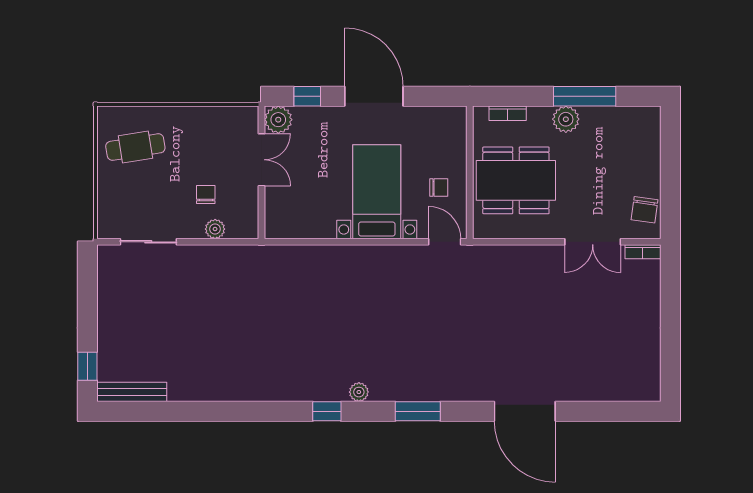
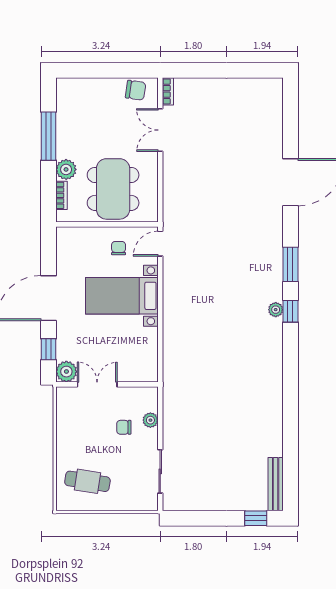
plant: (566, 119) -> (66, 169), moved
cafe table: (135, 147) -> (87, 481), turned -72
double door: (593, 242) -> (160, 130), swing flipped
window: (327, 411) -> (290, 311), moved

